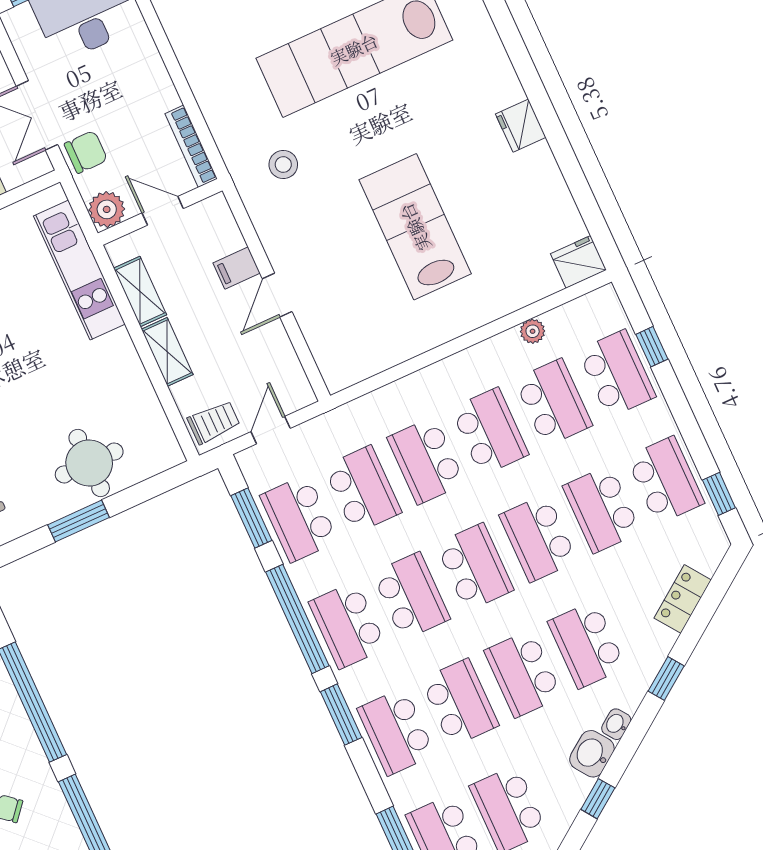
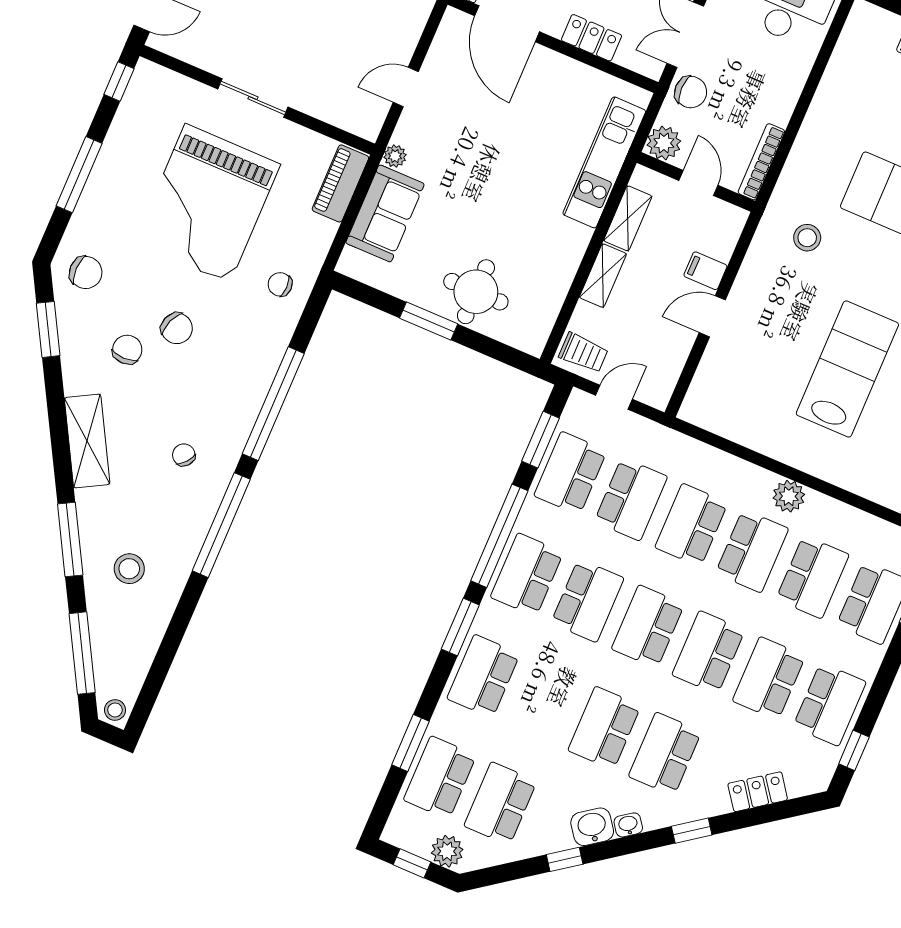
plant: (533, 331) -> (789, 496), moved, width x1.38, depth x1.38
school desk: (475, 567) -> (648, 627), turned 180
school desk: (460, 703) -> (544, 702), removed

